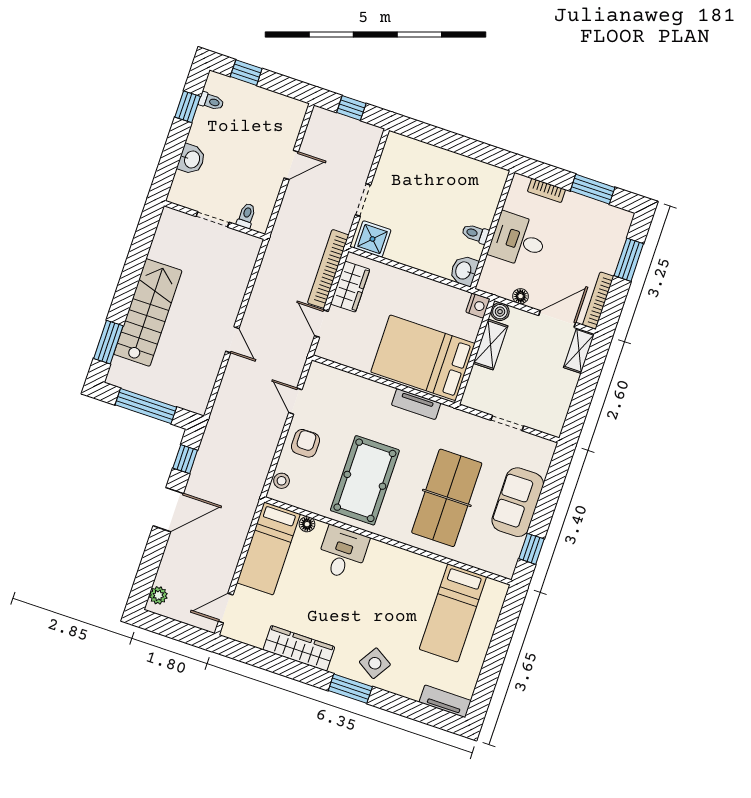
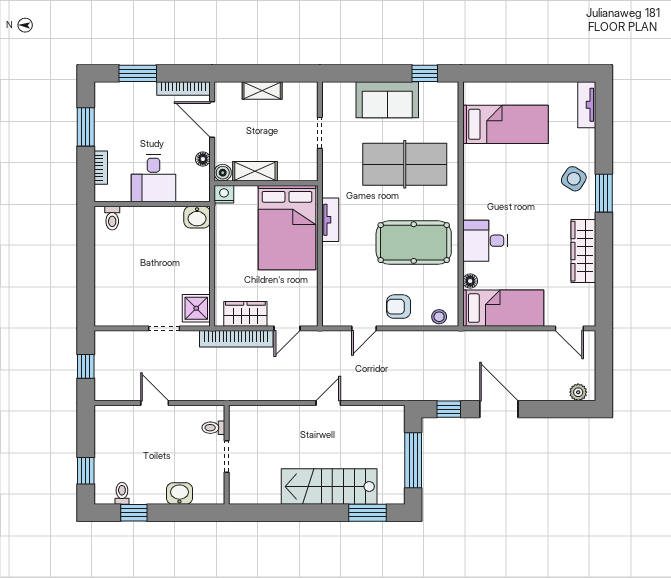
toilet: (475, 234) -> (112, 218), moved
shelving: (579, 351) -> (262, 91), moved

